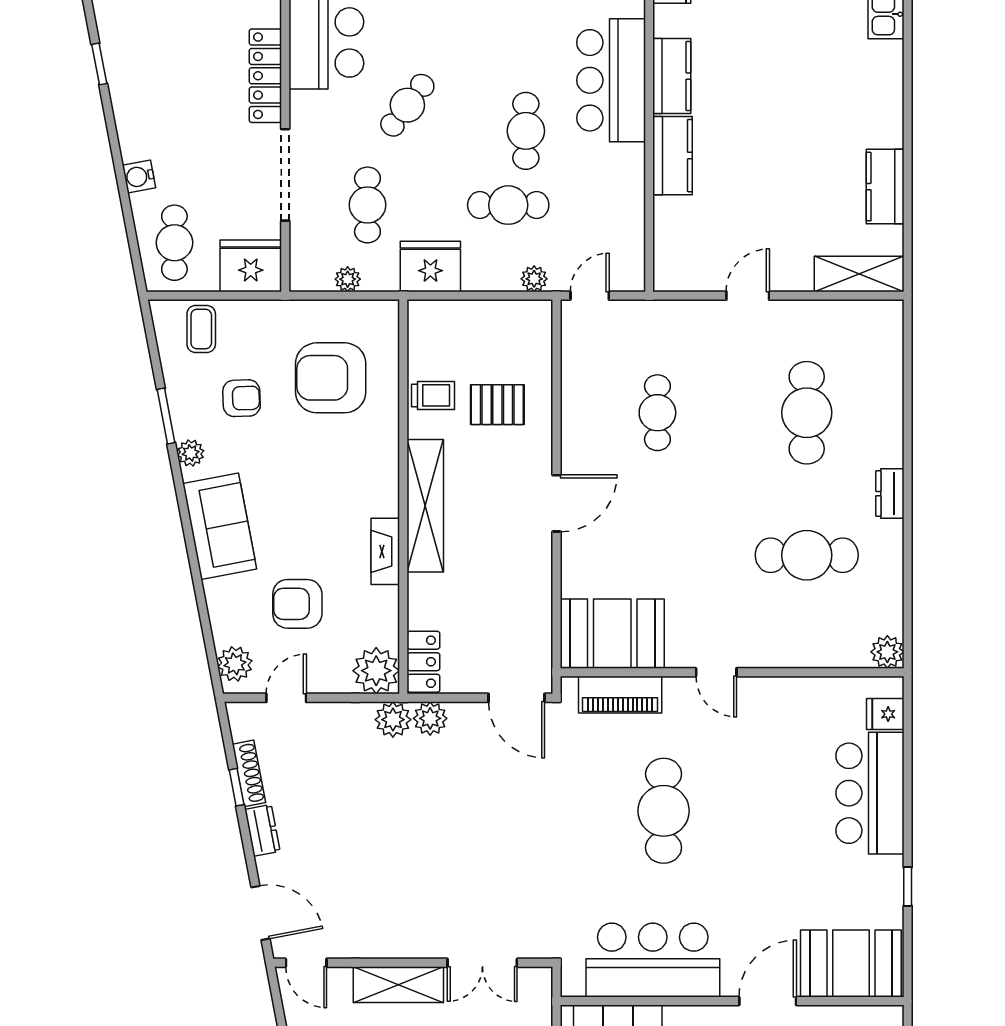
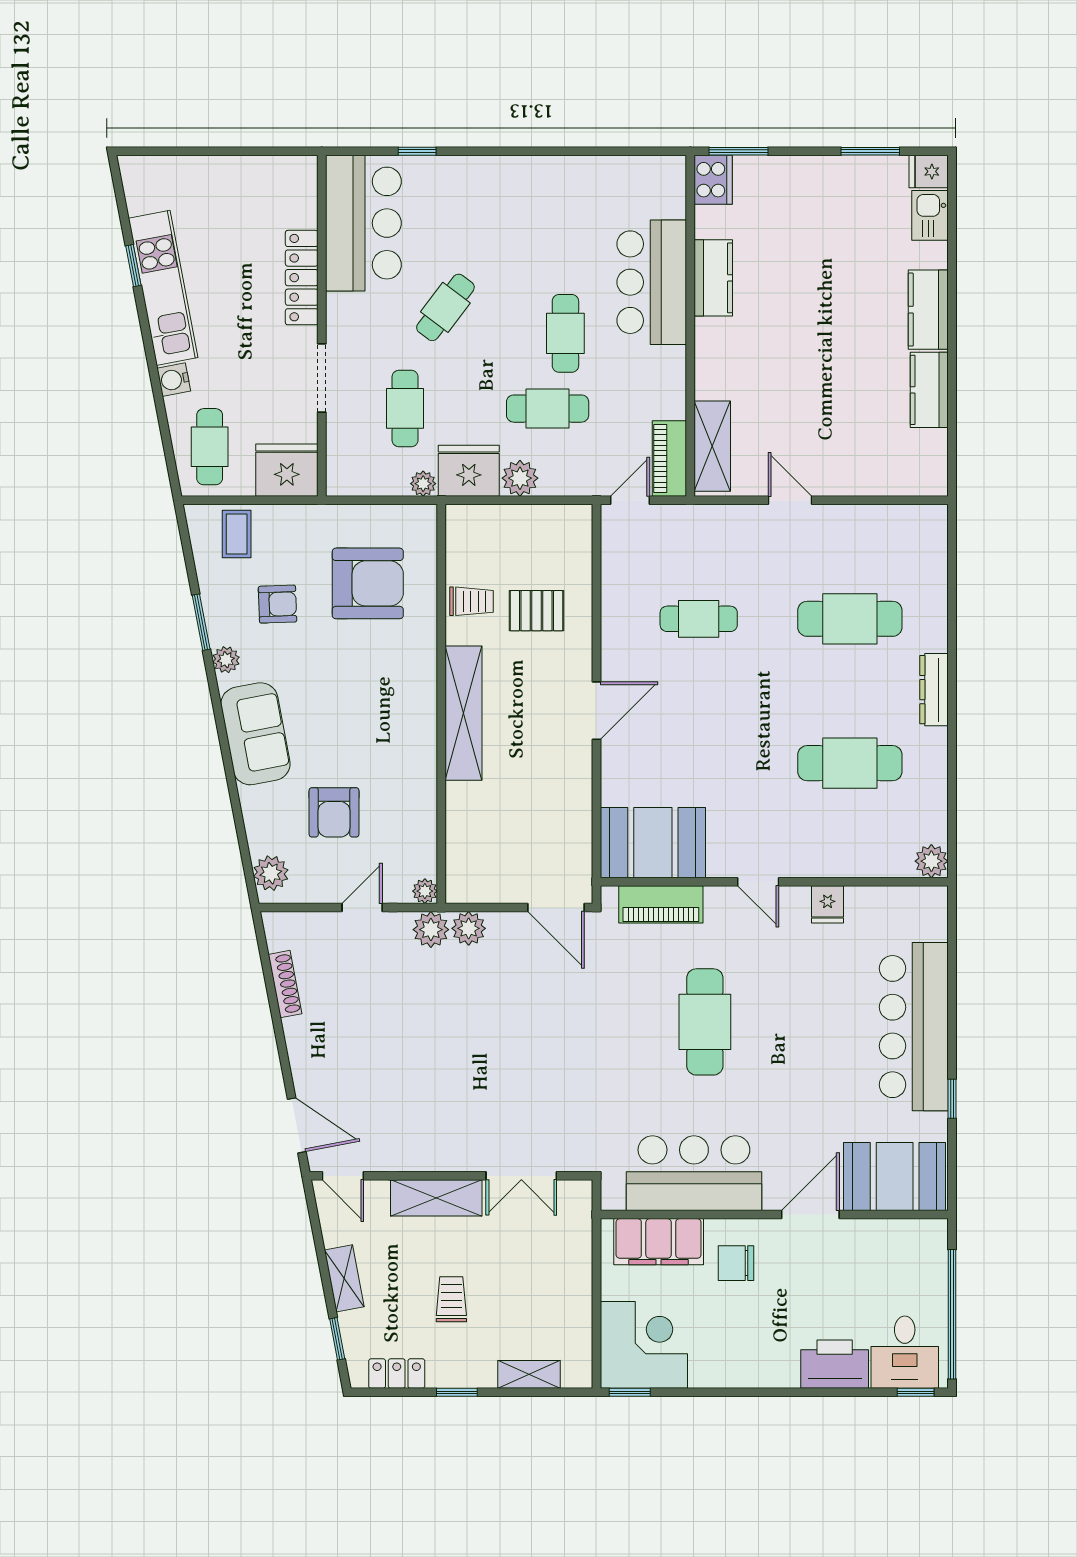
kitchen unit: (129, 86) -> (163, 288), added
kitchen counter: (673, 156) -> (928, 310), moved, turned 180
doorway: (285, 175) -> (322, 378), width x0.73
piano: (629, 254) -> (669, 459), added
shelving: (859, 274) -> (712, 446), moved, turned 90
plant: (348, 279) -> (423, 484), moved
plant: (534, 279) -> (520, 478), moved, width x1.38, depth x1.38
door: (748, 296) -> (790, 500), hinge flipped
armchair: (331, 378) -> (368, 583), turned 180
cafe table: (657, 413) -> (699, 619), turned 90
cafe table: (807, 413) -> (850, 619), turned 90
dresser: (890, 494) -> (934, 690), width x1.44
fireplace: (385, 551) -> (423, 759), removed
armchair: (297, 604) -> (334, 812), turned -90
locker: (423, 662) -> (462, 871), removed
plant: (376, 671) -> (425, 891), width x0.53, depth x0.53
door: (286, 698) -> (362, 908), moved
fridge: (885, 714) -> (828, 904), moved, turned -90
window: (237, 787) -> (273, 998), removed
bar counter: (870, 793) -> (914, 1027), width x1.36
dresser: (262, 830) -> (299, 1042), removed

